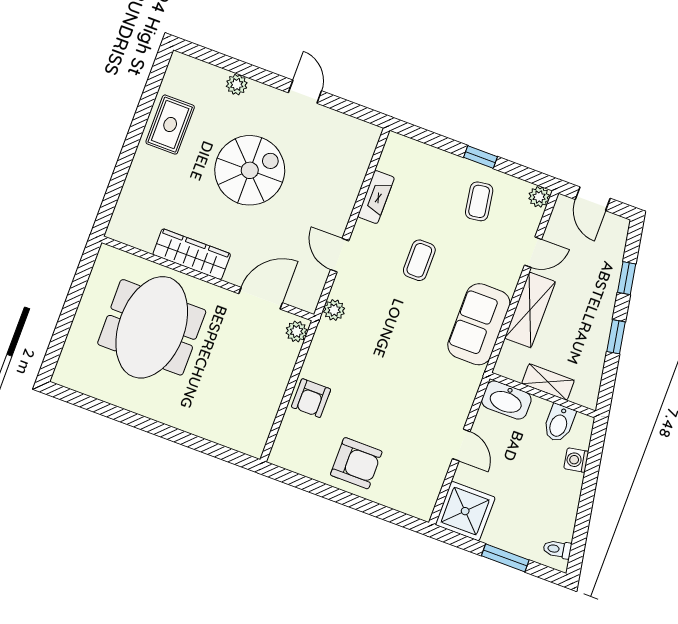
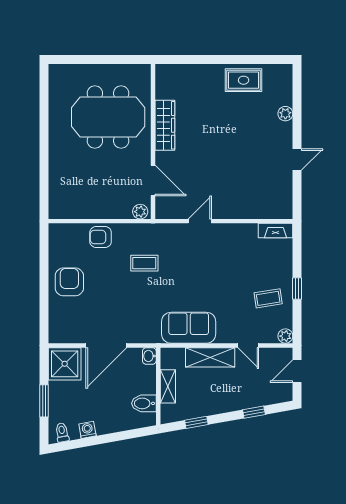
spiral stairs: (250, 170) -> (233, 143), removed
fireplace: (376, 197) -> (275, 231), moved
coffee table: (419, 260) -> (144, 263), moved
plant: (334, 310) -> (163, 231), removed
window: (616, 337) -> (196, 422), moved
washbasin: (506, 400) -> (149, 356), width x0.52, depth x0.69
door: (461, 445) -> (106, 345), width x1.87
washing machine: (576, 460) -> (87, 430), moved
armchair: (356, 463) -> (69, 282), turned 180

